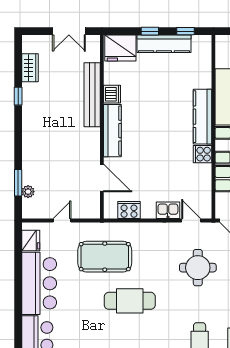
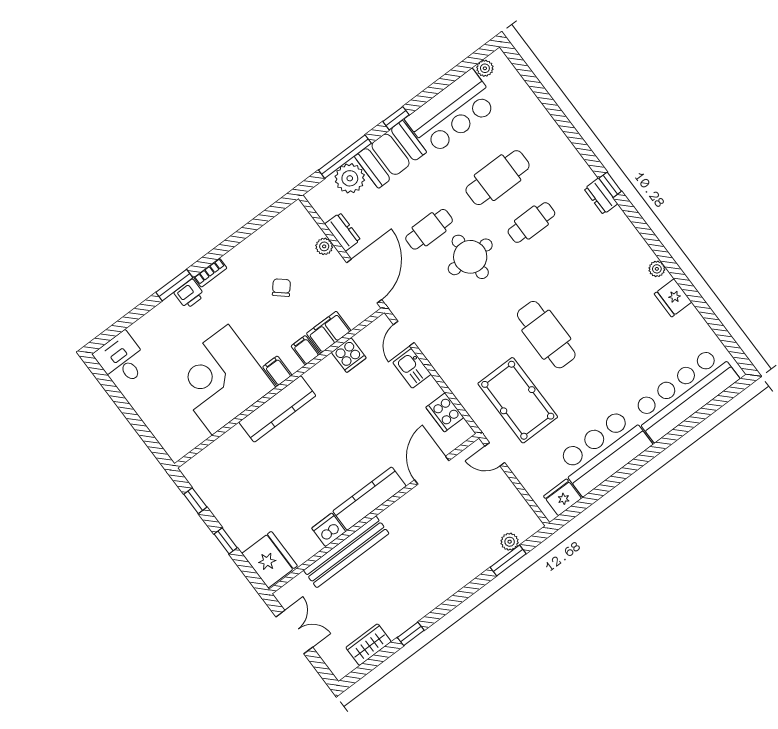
kitchen counter: (164, 44) -> (228, 514), removed
cooker: (202, 154) -> (349, 355), moved
door: (62, 220) -> (495, 454), moved
round table: (198, 268) -> (470, 257), moved

